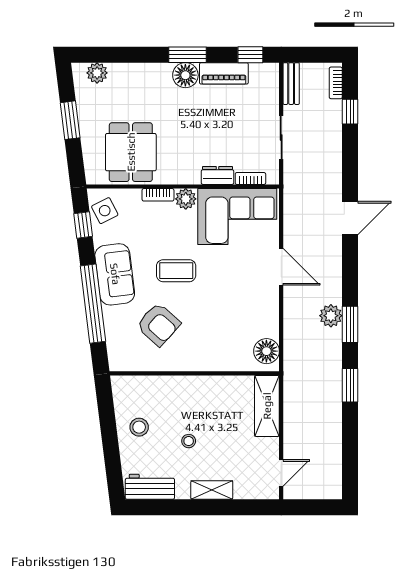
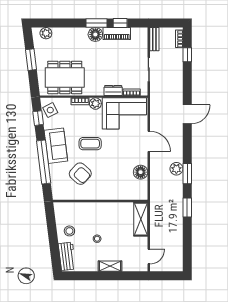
window: (250, 55) -> (120, 23), moved
dining table: (131, 152) -> (65, 77), width x1.38
floor lamp: (266, 351) -> (141, 172), moved
workbench: (150, 487) -> (67, 256), moved, turned 83

